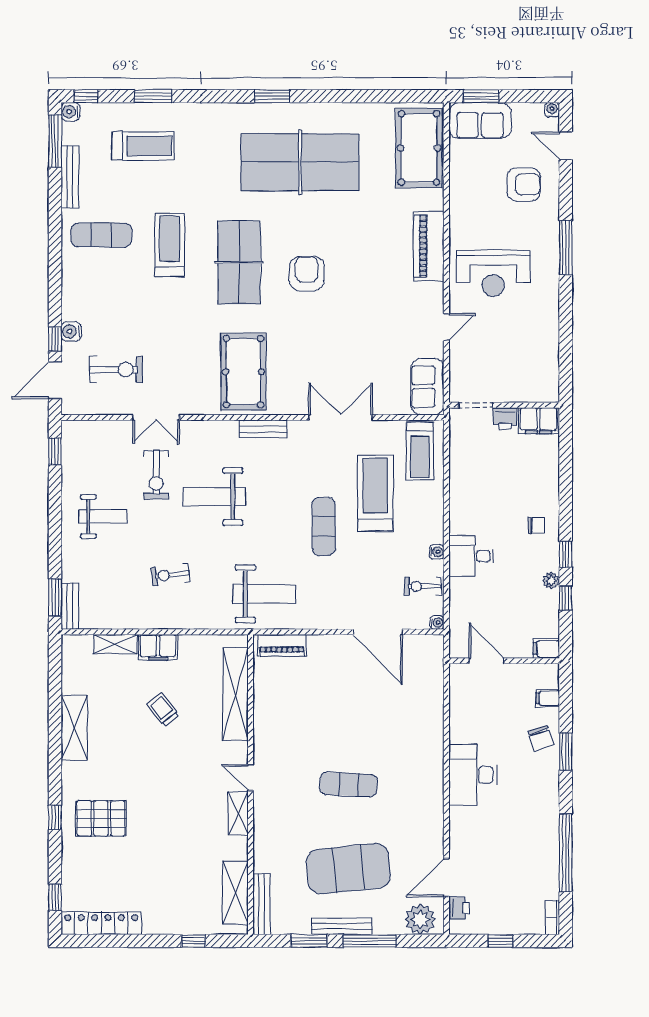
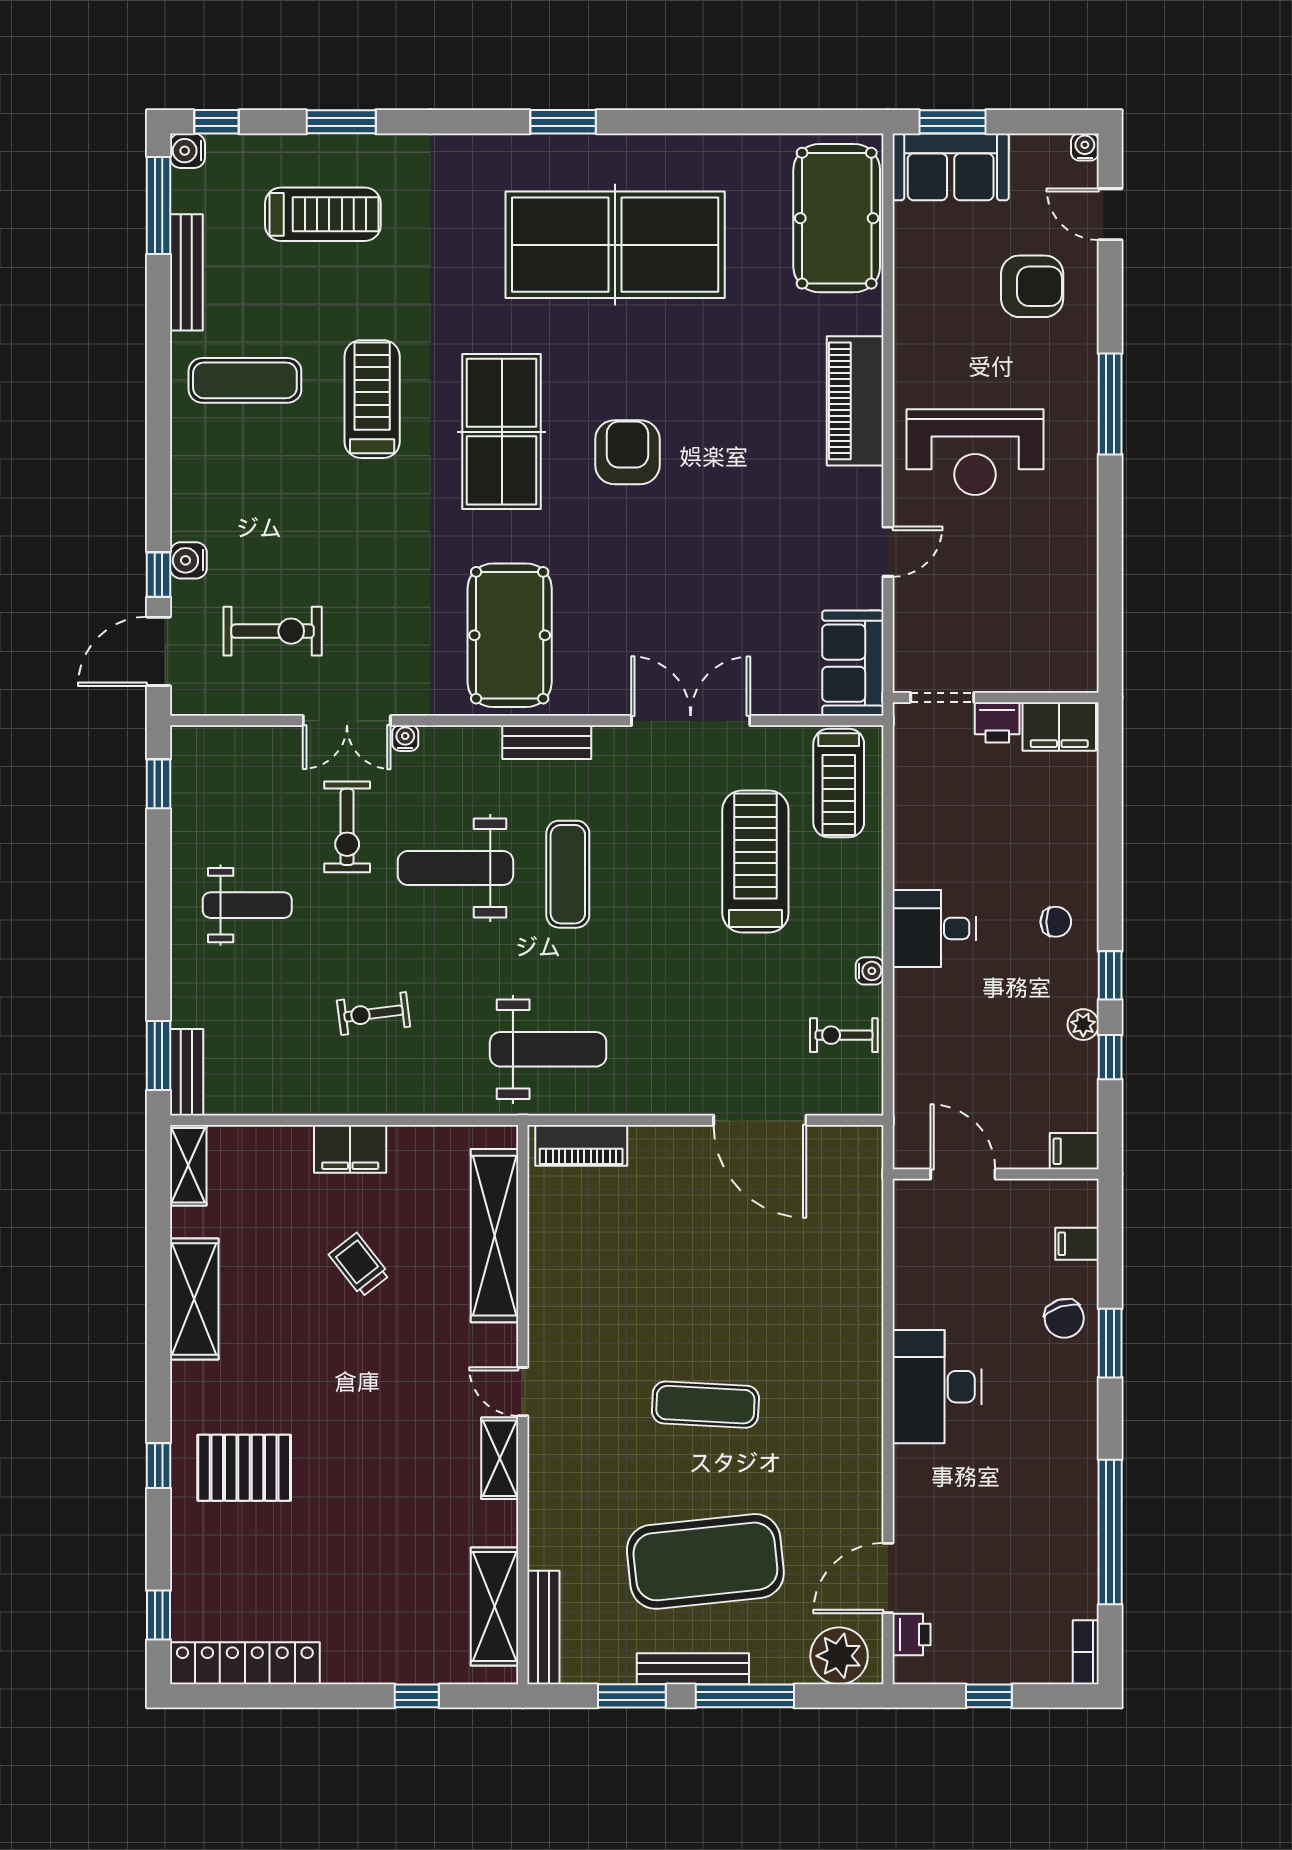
exercise mat: (324, 526) -> (568, 874), moved
desk: (471, 556) -> (934, 928), moved
water cooler: (437, 623) -> (405, 738), moved, turned -90
shelving: (115, 644) -> (188, 1165), moved, turned 90

